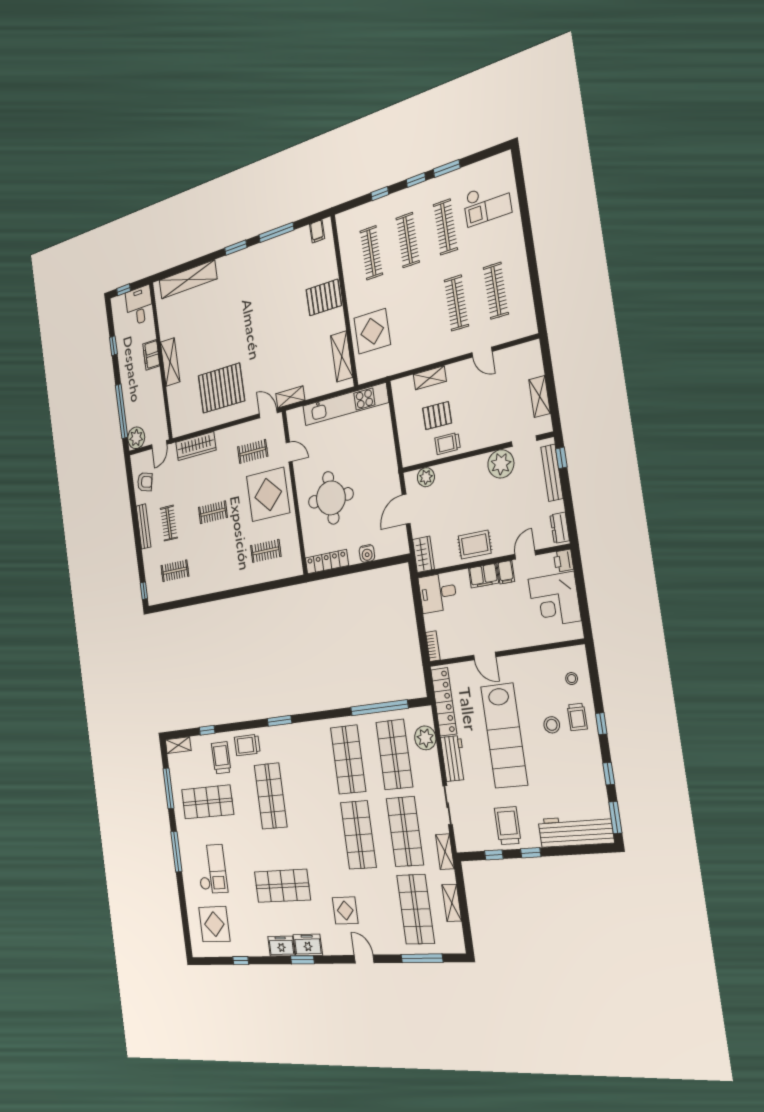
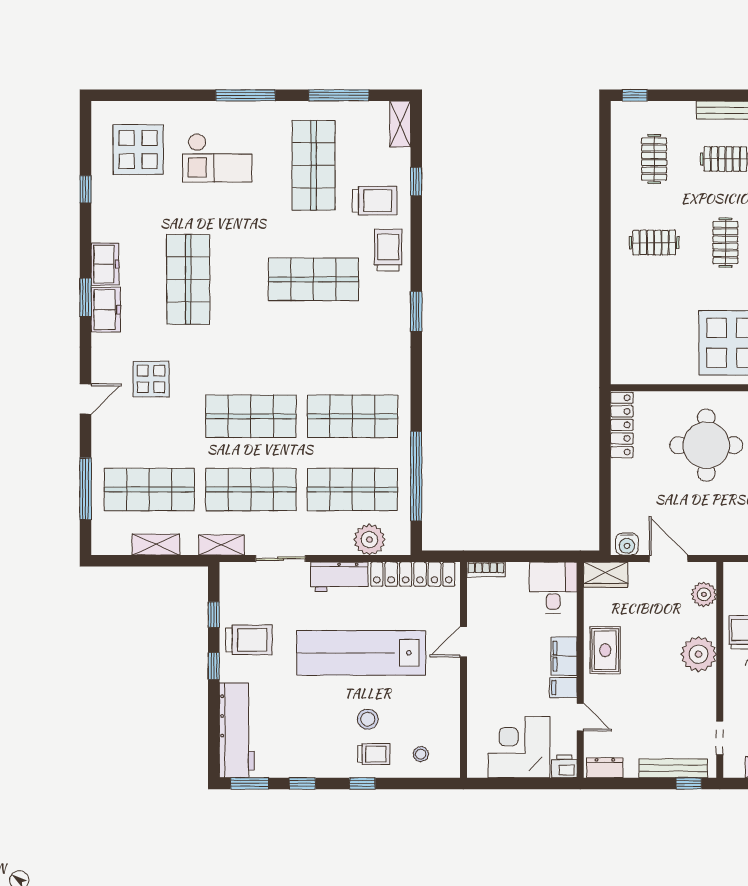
plant: (501, 464) -> (699, 654), moved
clothes rail: (266, 551) -> (654, 243), moved, turned 90
water cooler: (367, 553) -> (627, 544), moved, turned -90
trolley: (577, 717) -> (374, 754), turned 180

